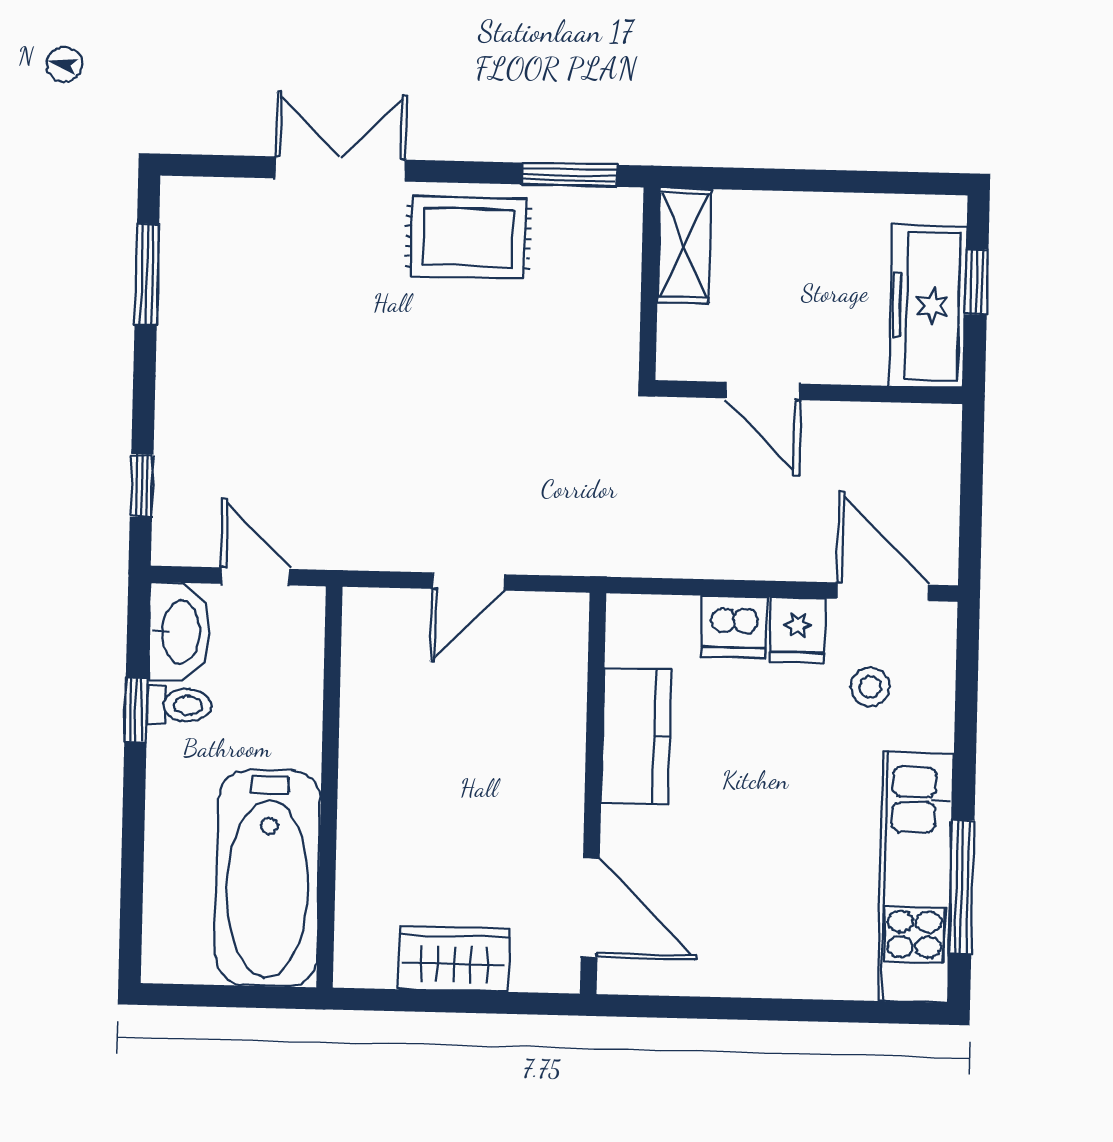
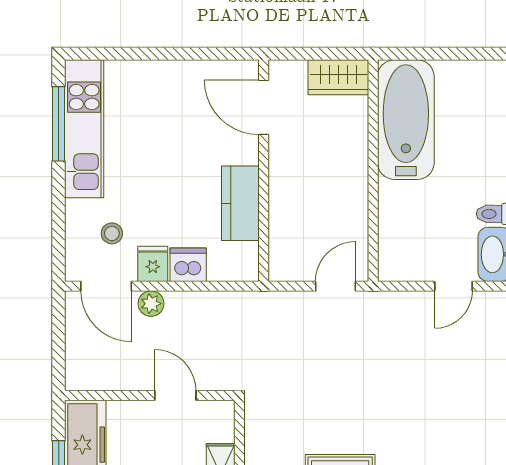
plant: (803, 558) -> (151, 304), added
door: (255, 576) -> (453, 286), hinge flipped
wall: (329, 787) -> (373, 171), moved
bathtub: (268, 878) -> (406, 120), moved

